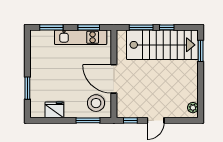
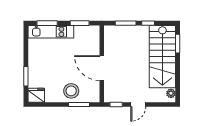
kitchen unit: (81, 37) -> (51, 32), moved
stairs: (162, 45) -> (162, 57), moved, turned 90
stool: (96, 103) -> (71, 91), moved
fridge: (54, 110) -> (36, 95), moved

